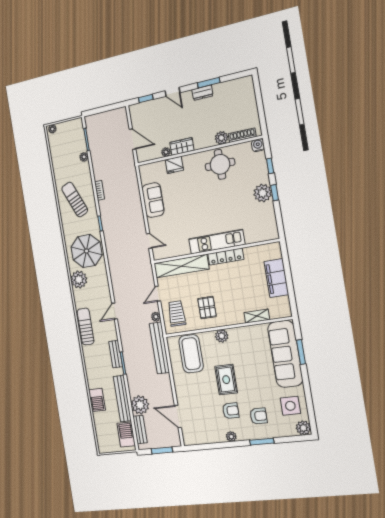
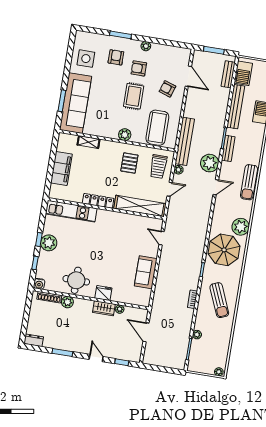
dresser: (202, 93) -> (34, 340), moved
fridge: (174, 165) -> (103, 293), moved
kitchen unit: (217, 242) -> (71, 211), moved
armchair: (194, 397) -> (167, 89), added
plant: (140, 405) -> (210, 163), moved
armchair: (259, 416) -> (116, 57), turned 90
plant: (303, 428) -> (81, 37), removed

